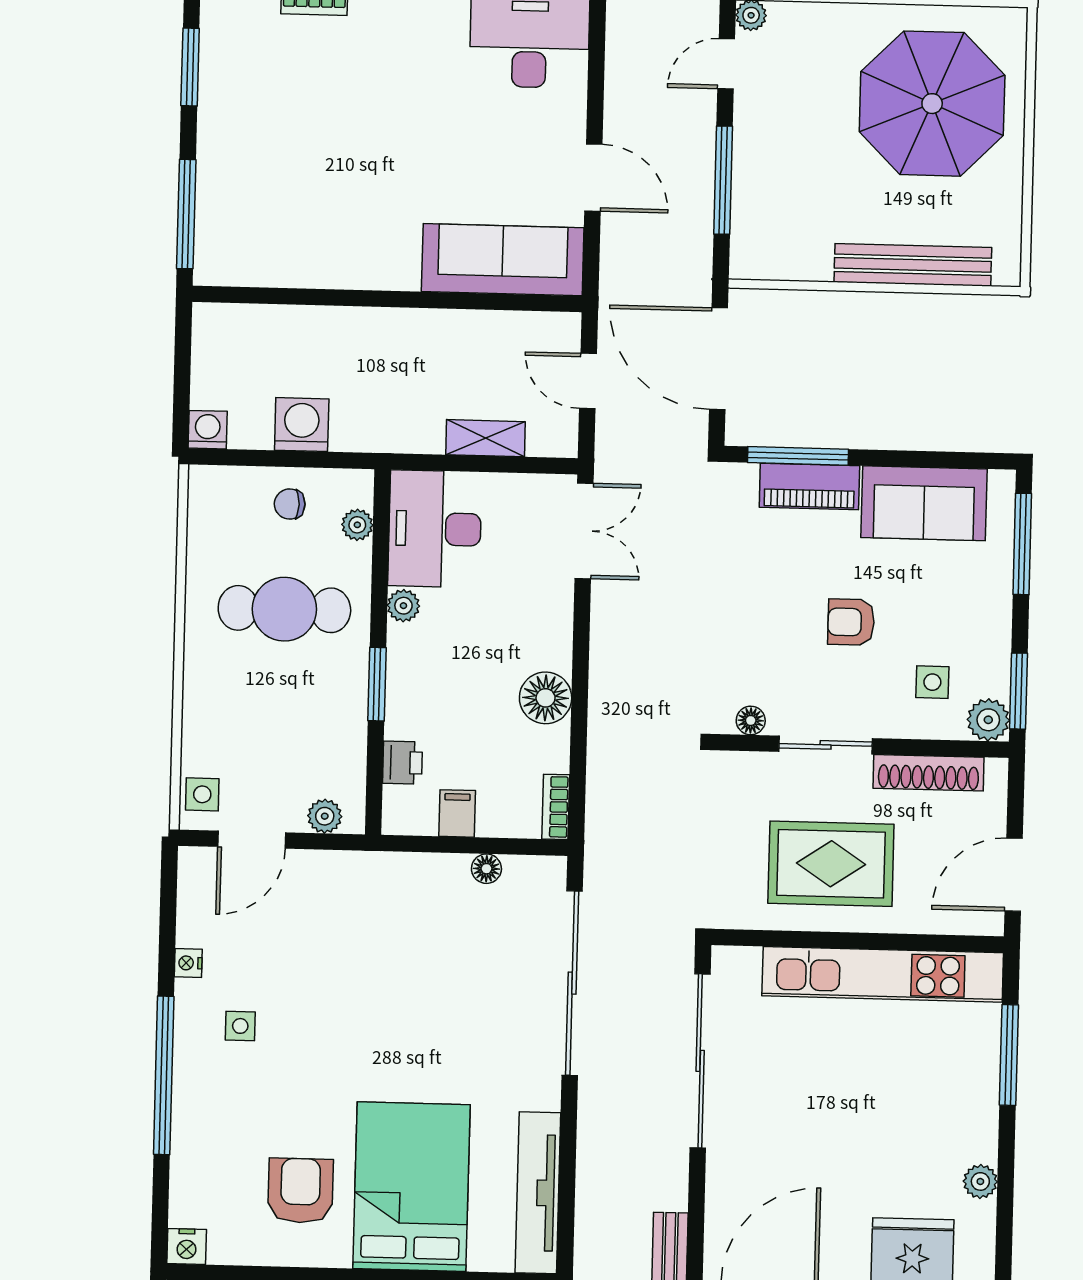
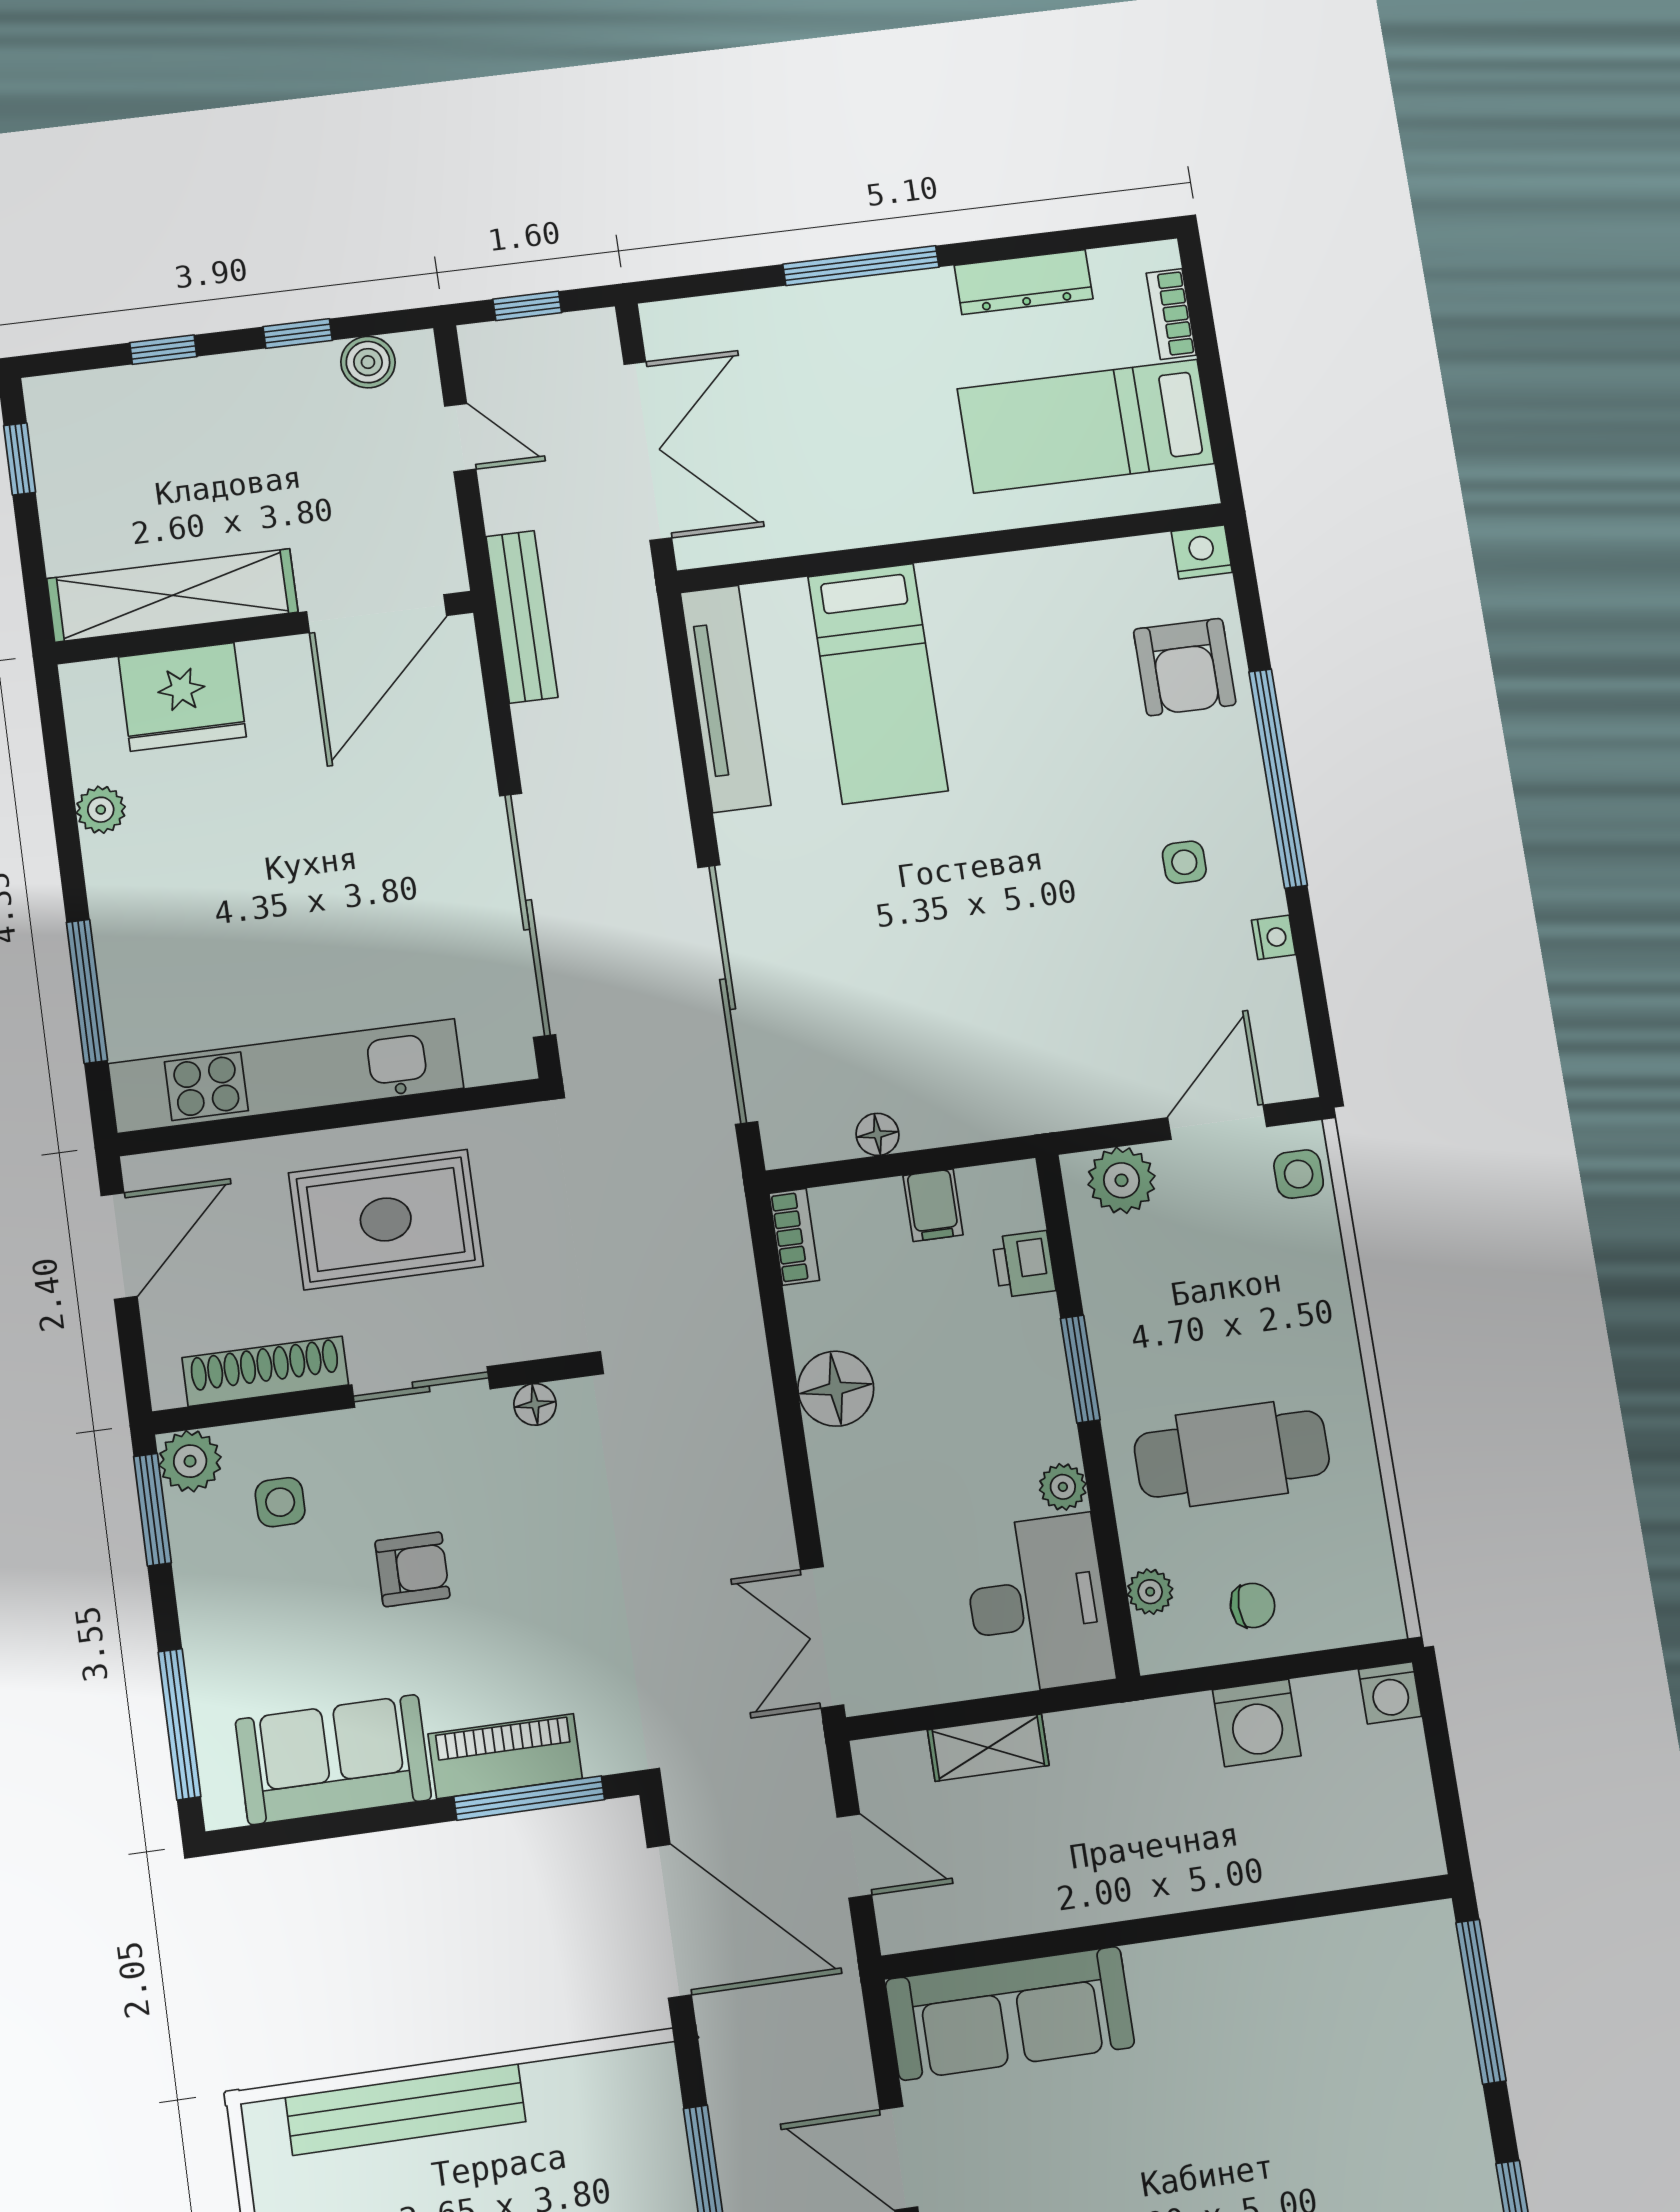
plant: (325, 816) -> (1122, 1180), width x1.38, depth x1.38
bed: (411, 1187) -> (878, 684), width x0.67
armchair: (300, 1191) -> (1185, 667), moved

